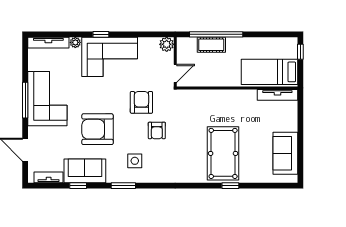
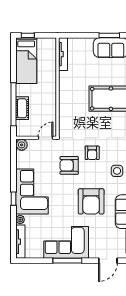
bed: (269, 72) -> (26, 61), moved
door: (175, 73) -> (46, 138), hinge flipped
armchair: (157, 130) -> (92, 153), turned 90
window: (300, 151) -> (109, 35), added

